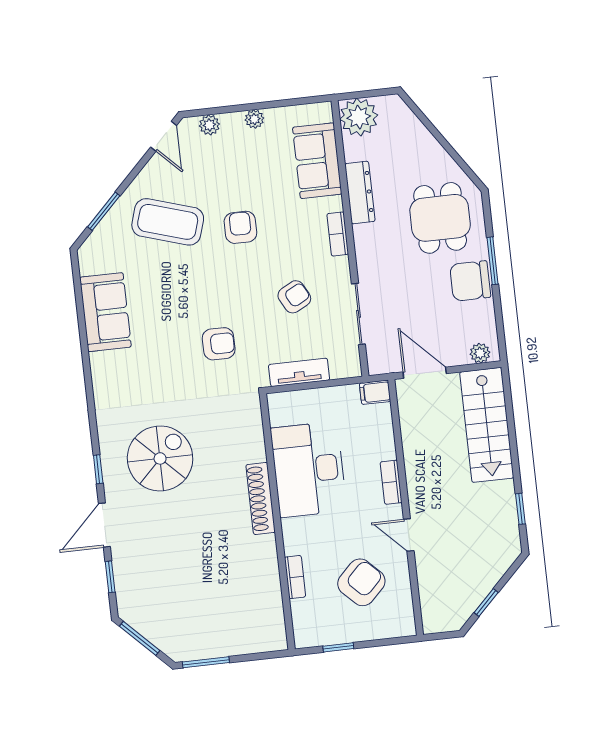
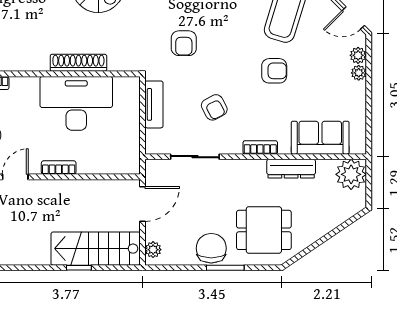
plant: (254, 119) -> (359, 73), moved
filing cabinet: (375, 392) -> (131, 163), removed
shoe rack: (261, 499) -> (78, 63), moved
window: (520, 509) -> (79, 268), moved

